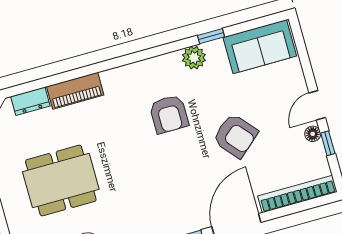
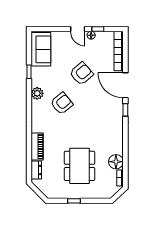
plant: (194, 58) -> (37, 93), moved
armchair: (169, 114) -> (62, 103), turned -39

